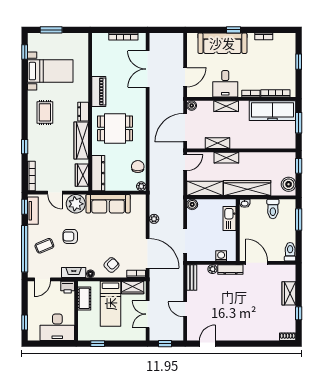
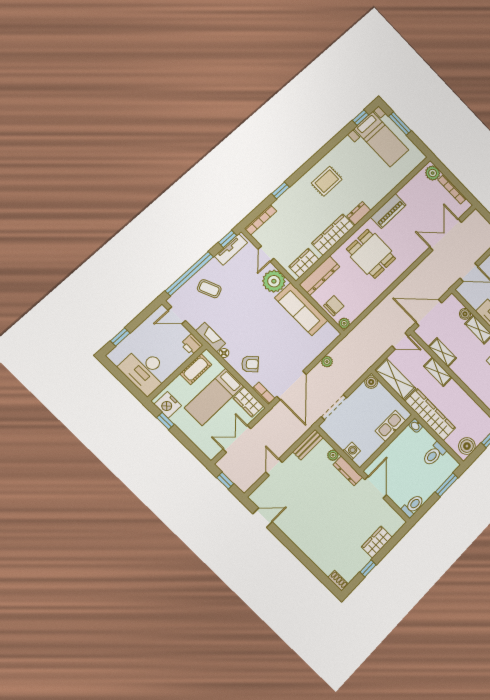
plant: (101, 39) -> (433, 173), added
bed with nightstands: (50, 71) -> (381, 139), moved
boiler: (192, 106) -> (465, 314), moved
chair: (138, 167) -> (334, 306), moved
armchair: (70, 236) -> (240, 304), removed
nightstand: (90, 334) -> (168, 405), added

